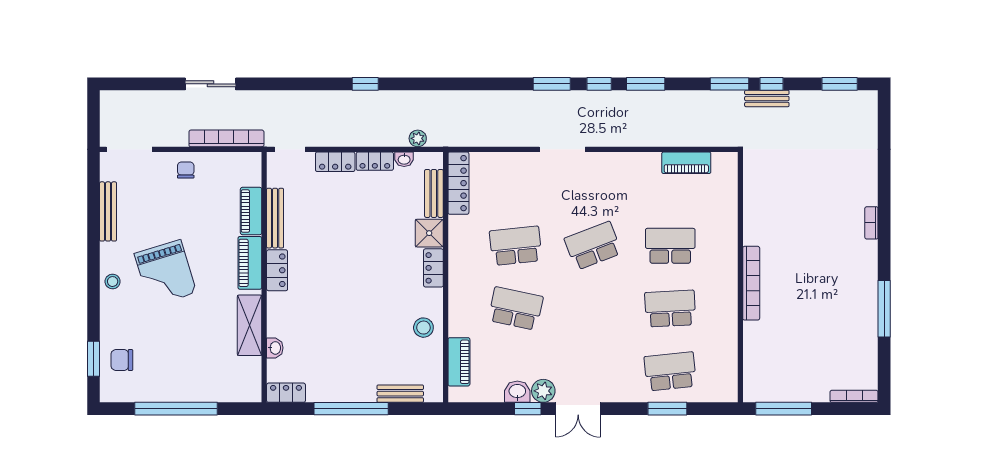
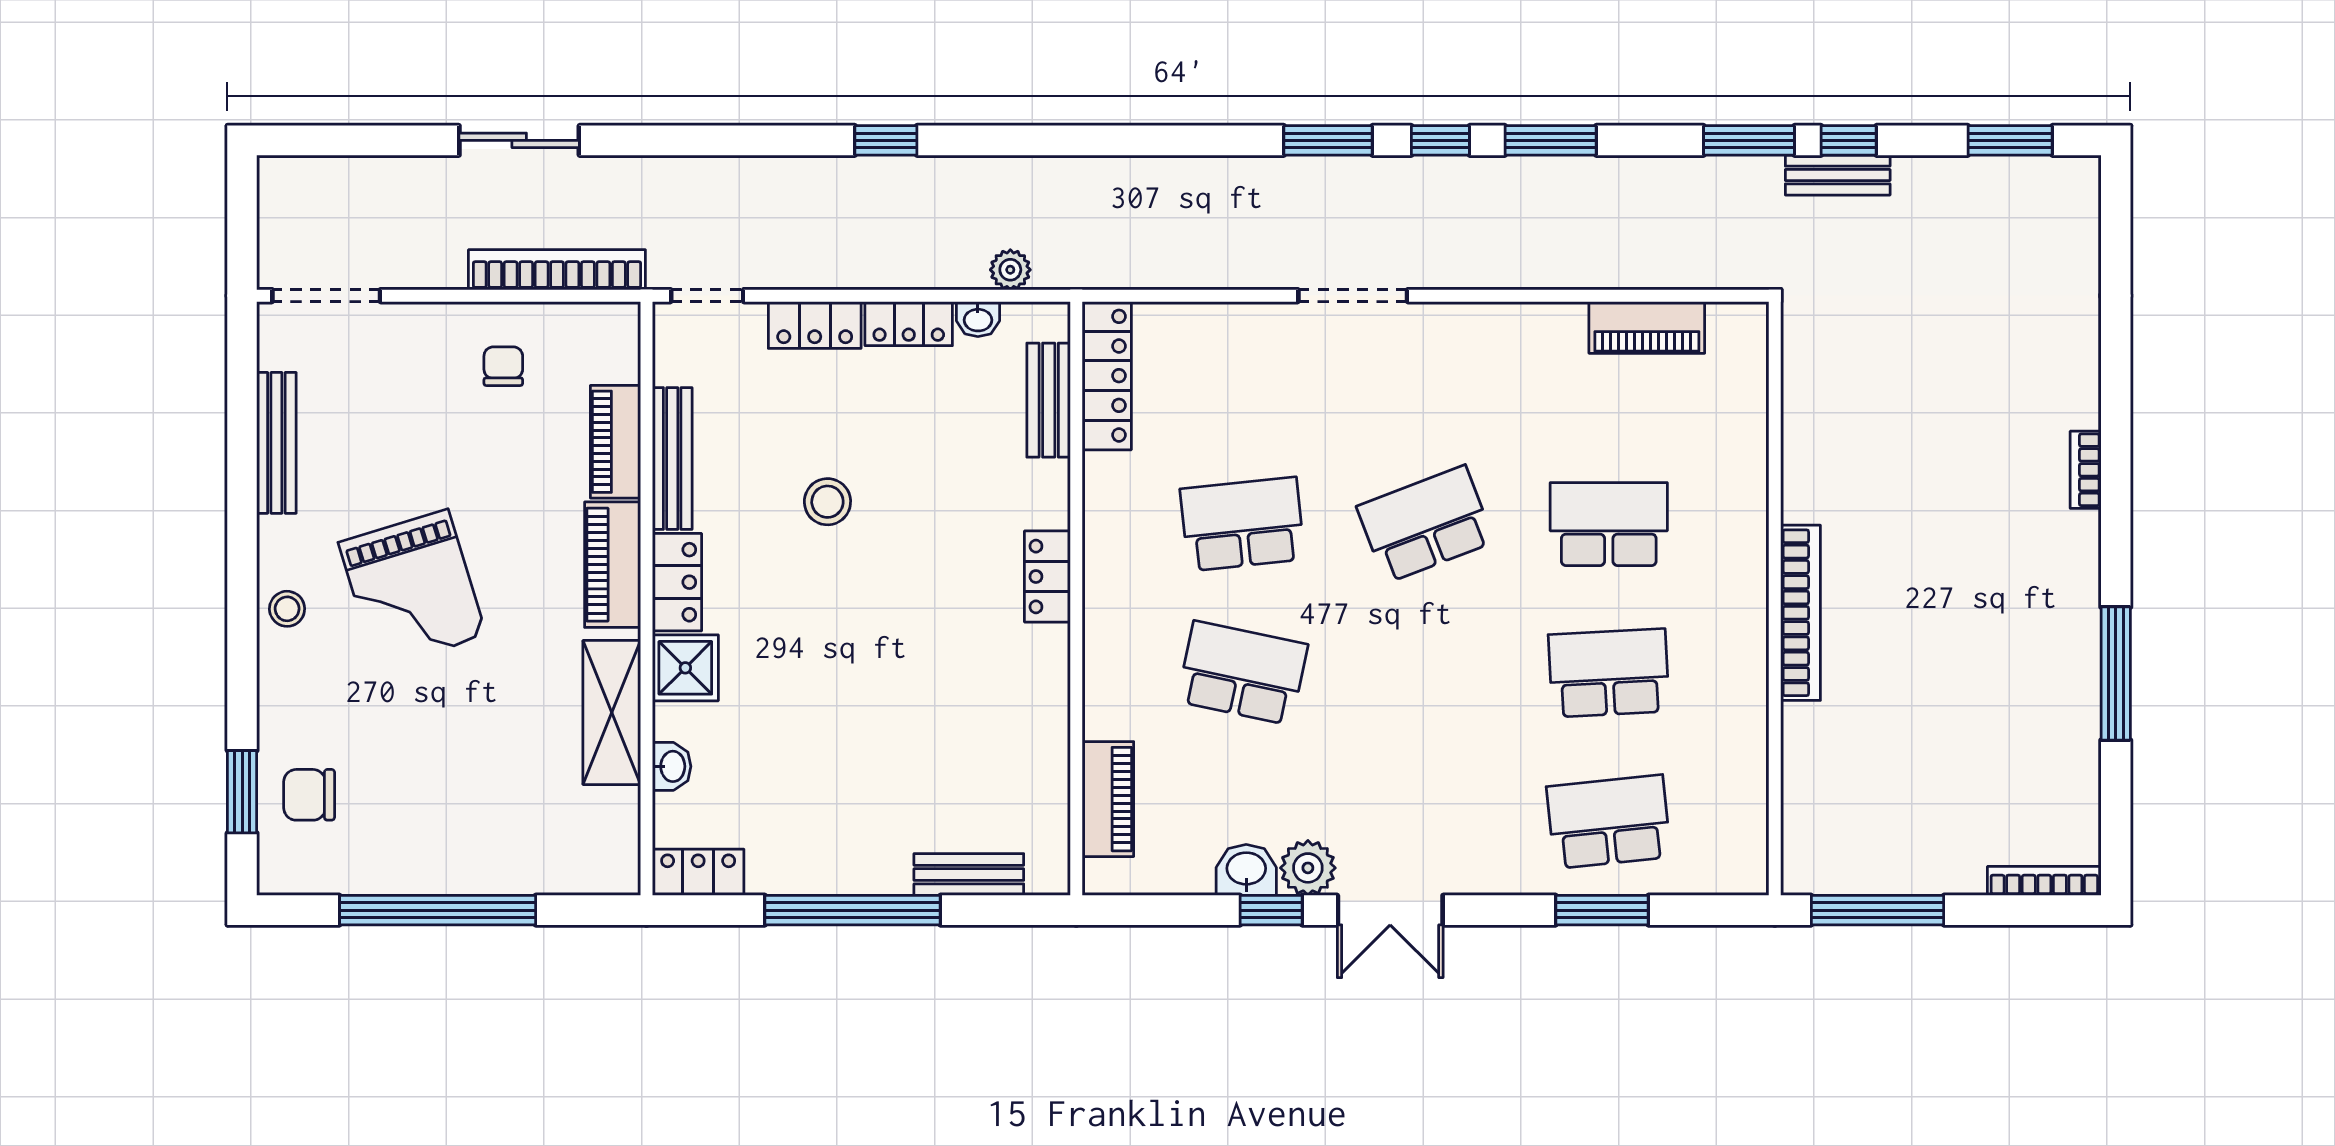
chair: (186, 170) -> (503, 366), moved
shower: (429, 233) -> (685, 668), moved
stool: (423, 328) -> (827, 502), moved

